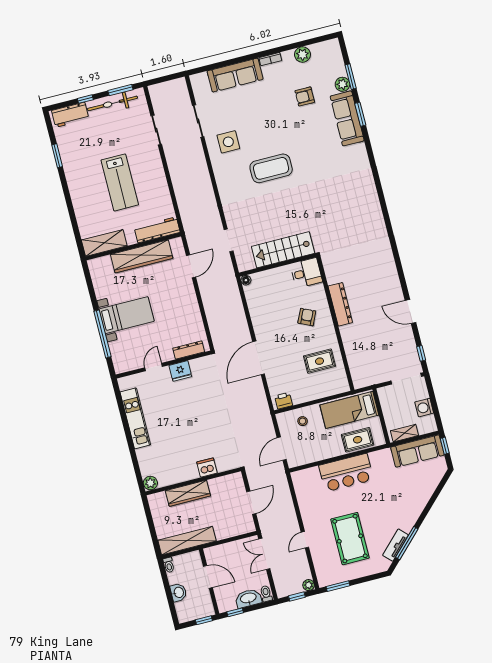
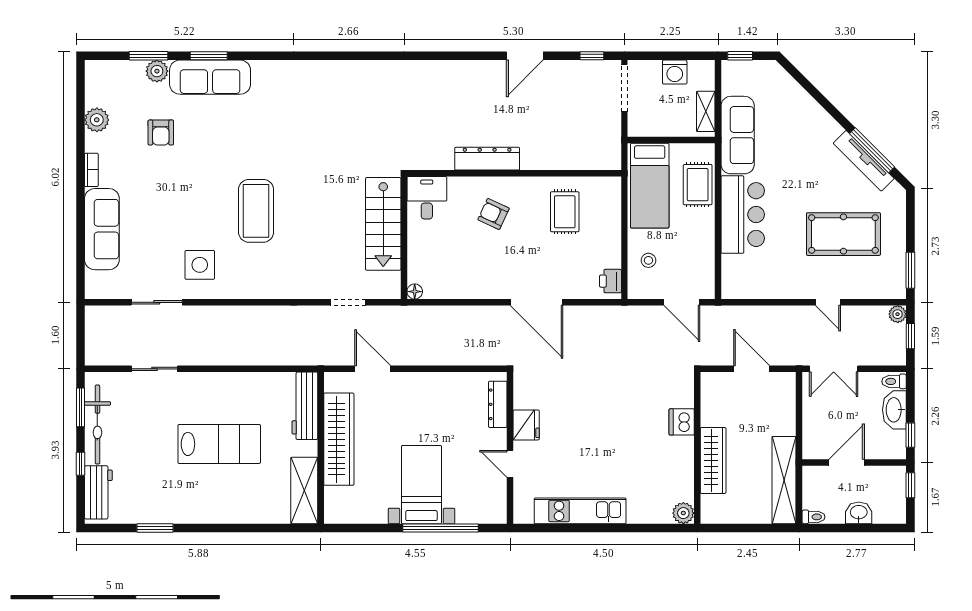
sofa: (417, 451) -> (738, 135), moved
tv unit: (396, 545) -> (864, 161), width x1.41

